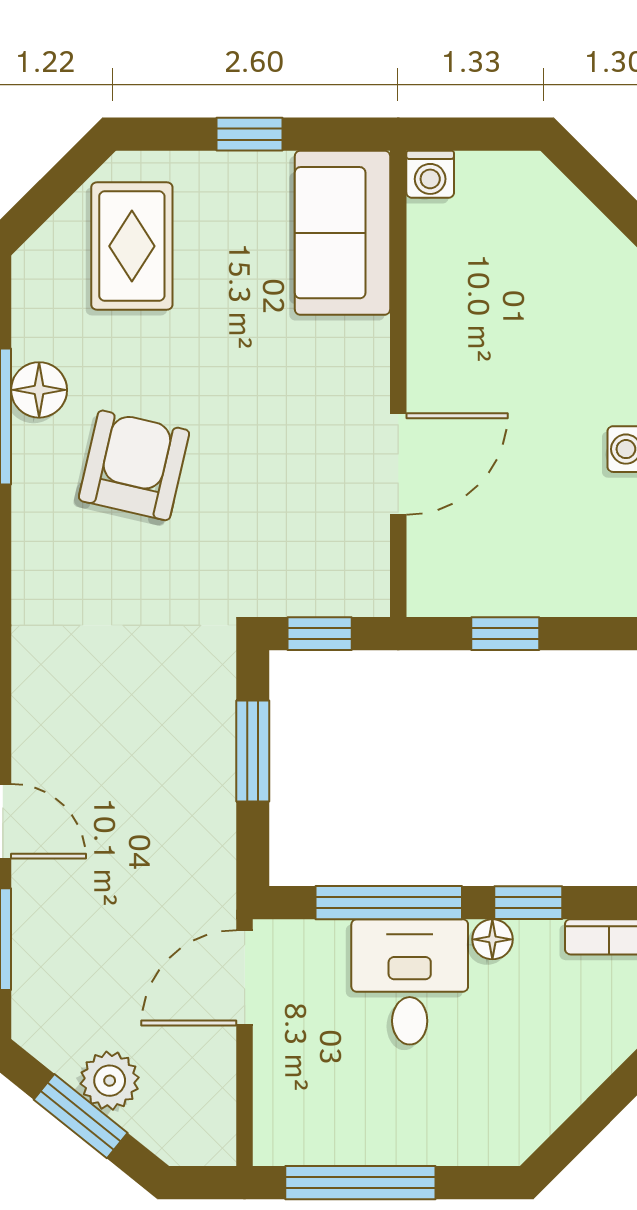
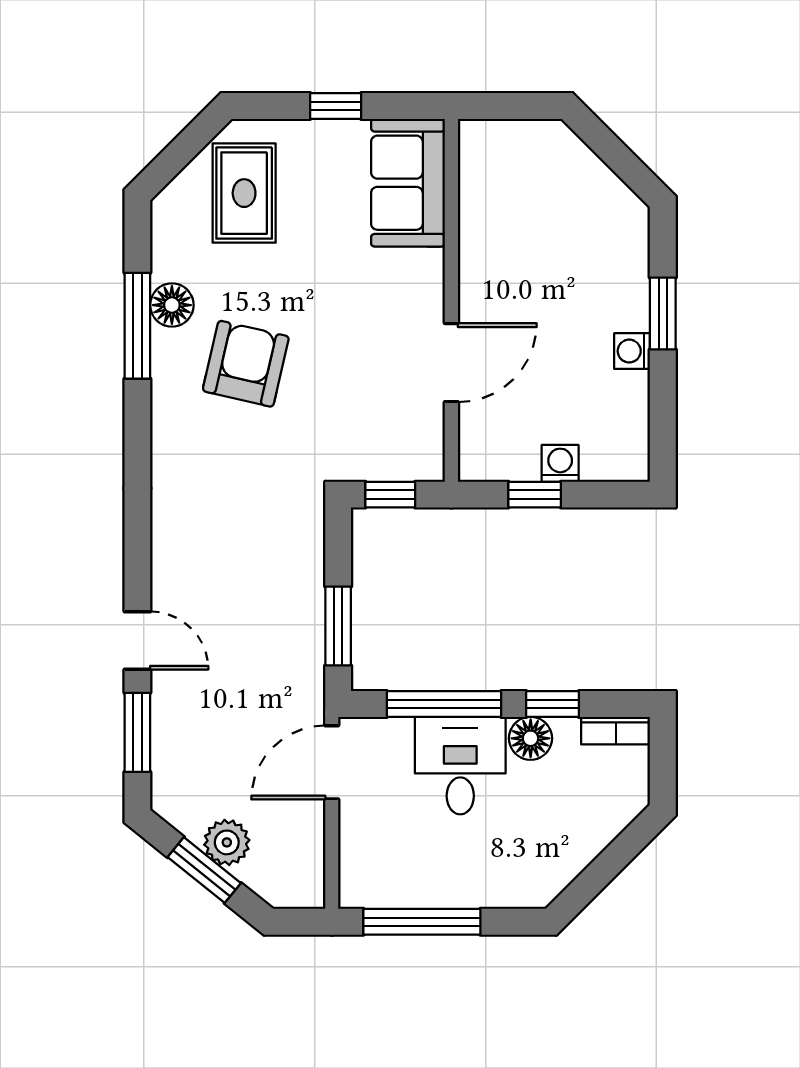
washing machine: (430, 174) -> (560, 463), moved, turned 180
window: (253, 751) -> (338, 626), moved
floor lamp: (492, 939) -> (531, 738), width x1.37, depth x1.37

